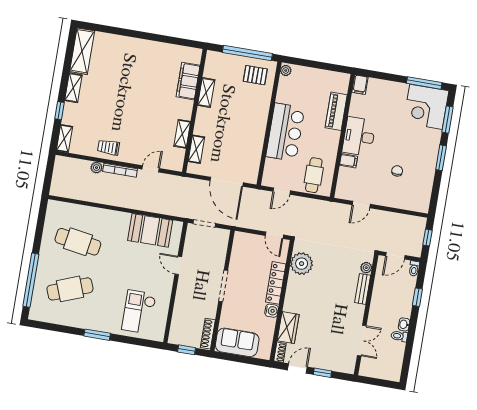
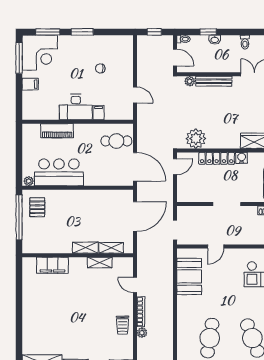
filing cabinet: (360, 85) -> (30, 84), moved
shelving: (206, 92) -> (85, 248), moved
bar counter: (285, 132) -> (59, 172), moved
door: (282, 191) -> (135, 167), width x1.88
bench: (363, 289) -> (214, 81), width x1.36
washbasin: (404, 324) -> (215, 40), moved

